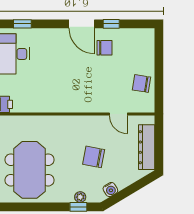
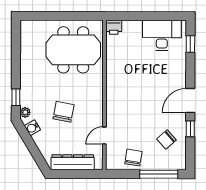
chair: (105, 48) -> (166, 139), moved, turned 49
window: (159, 57) -> (159, 174), added
meeting table: (30, 170) -> (73, 50), moved
plant: (80, 197) -> (25, 112), moved

